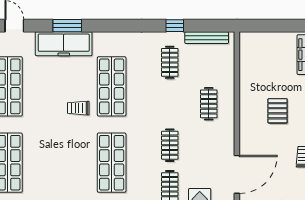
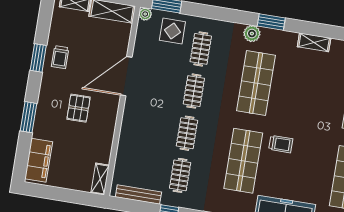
shelving: (246, 46) -> (100, 179), added
clothes rail: (209, 104) -> (187, 133), moved
door: (237, 174) -> (126, 76), moved

